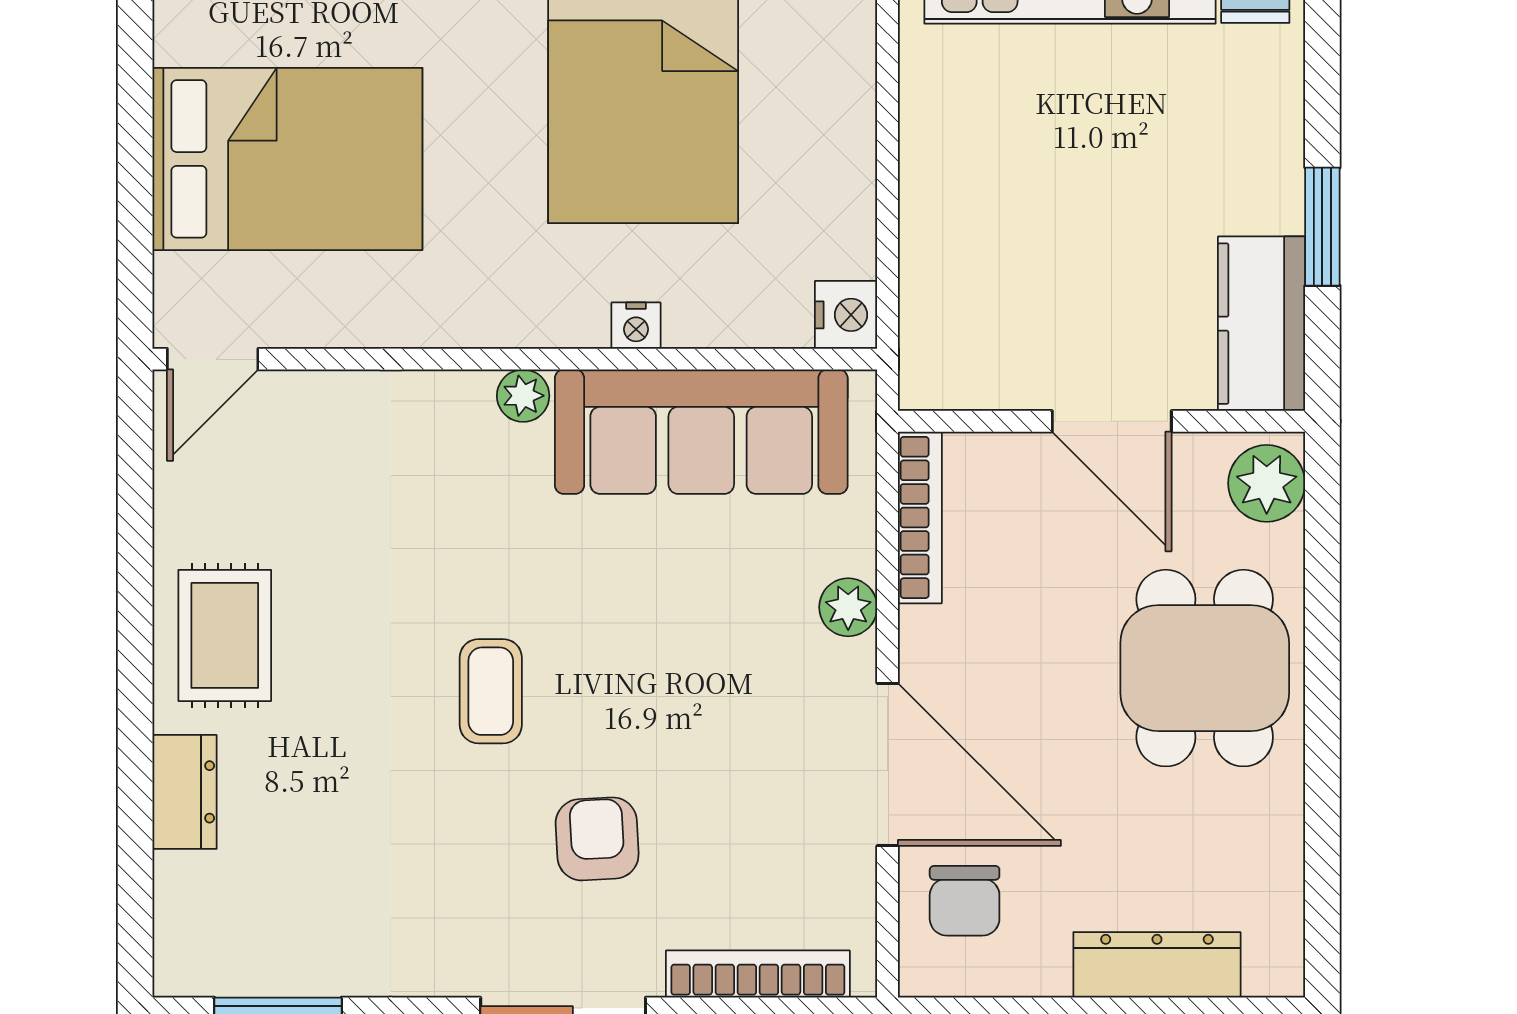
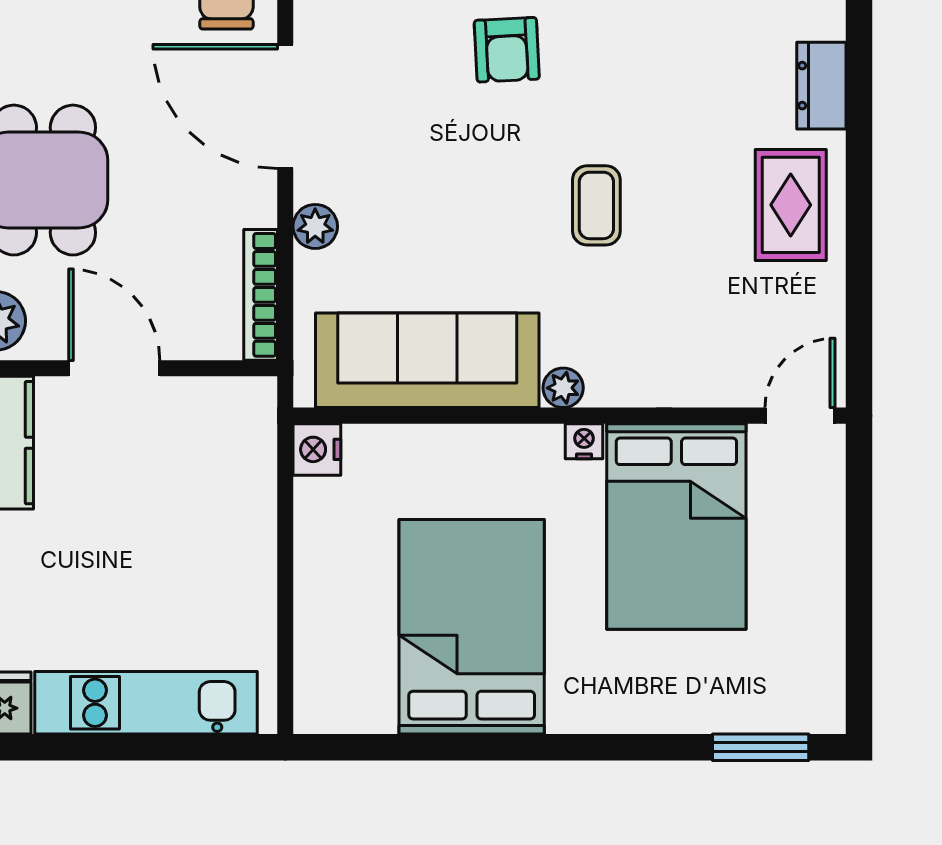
bed: (287, 159) -> (676, 526), moved, turned -90
nightstand: (636, 326) -> (584, 441), moved
coffee table: (491, 691) -> (596, 205), moved

